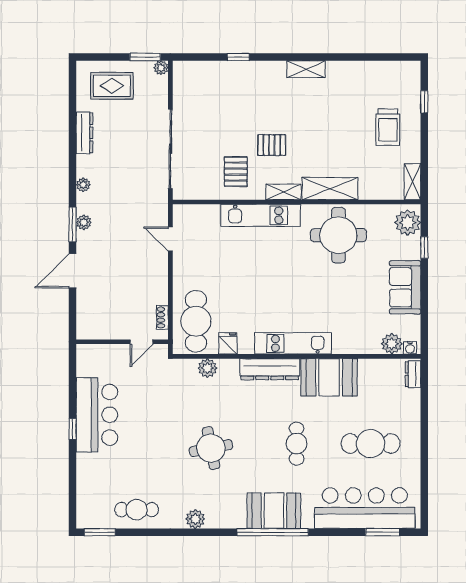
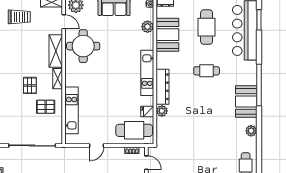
door: (380, 202) -> (64, 22), added
kitchen unit: (261, 215) -> (71, 110), moved
door: (170, 239) -> (97, 146), moved
plant: (392, 344) -> (148, 27), moved
plant: (207, 368) -> (162, 111), moved
booth: (329, 377) -> (167, 35), moved
round table: (211, 448) -> (209, 121), removed
booth: (274, 511) -> (246, 101), moved

